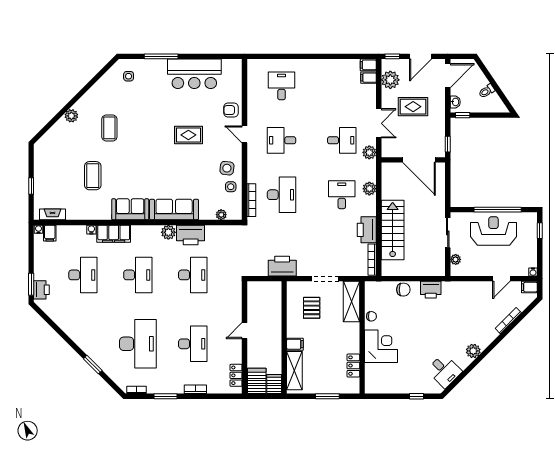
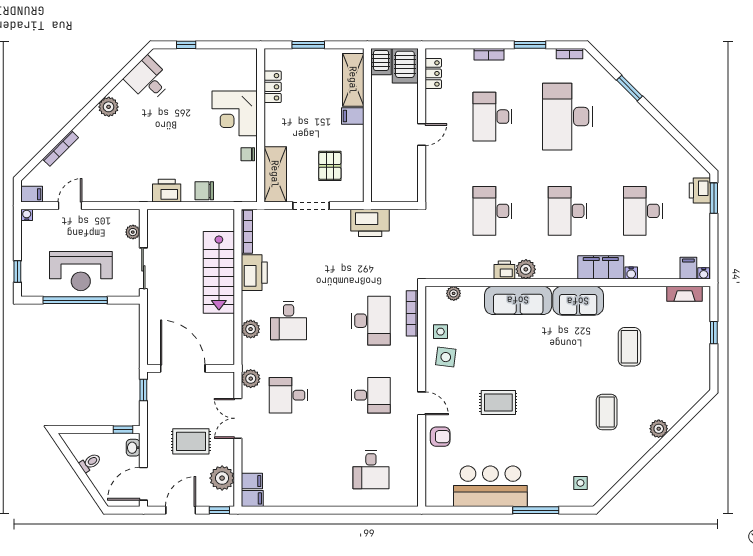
desk: (282, 195) -> (371, 321), turned 180
printer: (191, 235) -> (504, 270), width x0.53, depth x0.68

